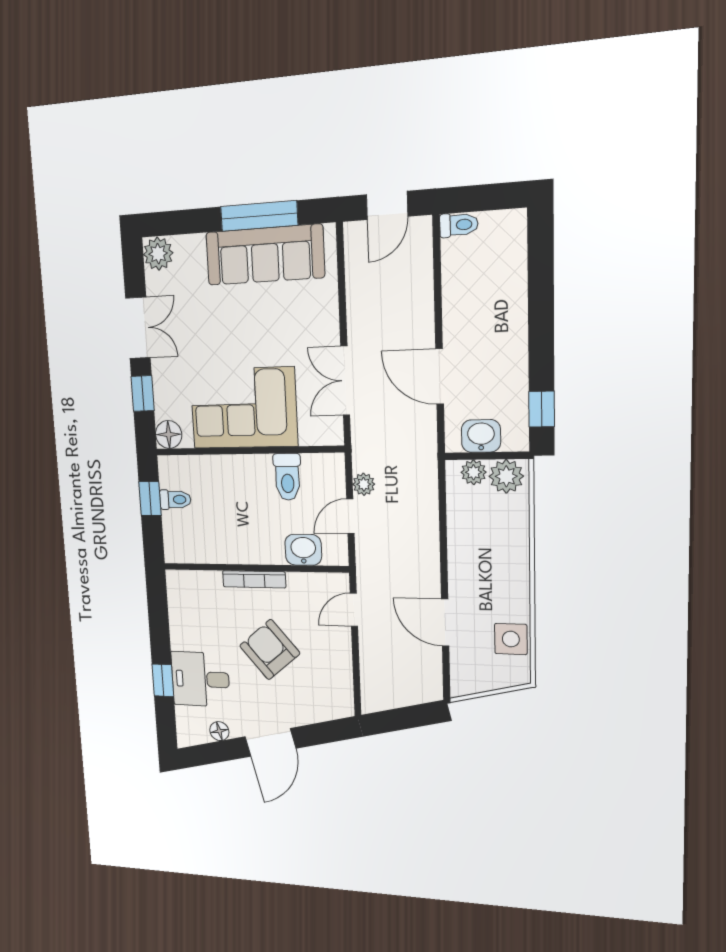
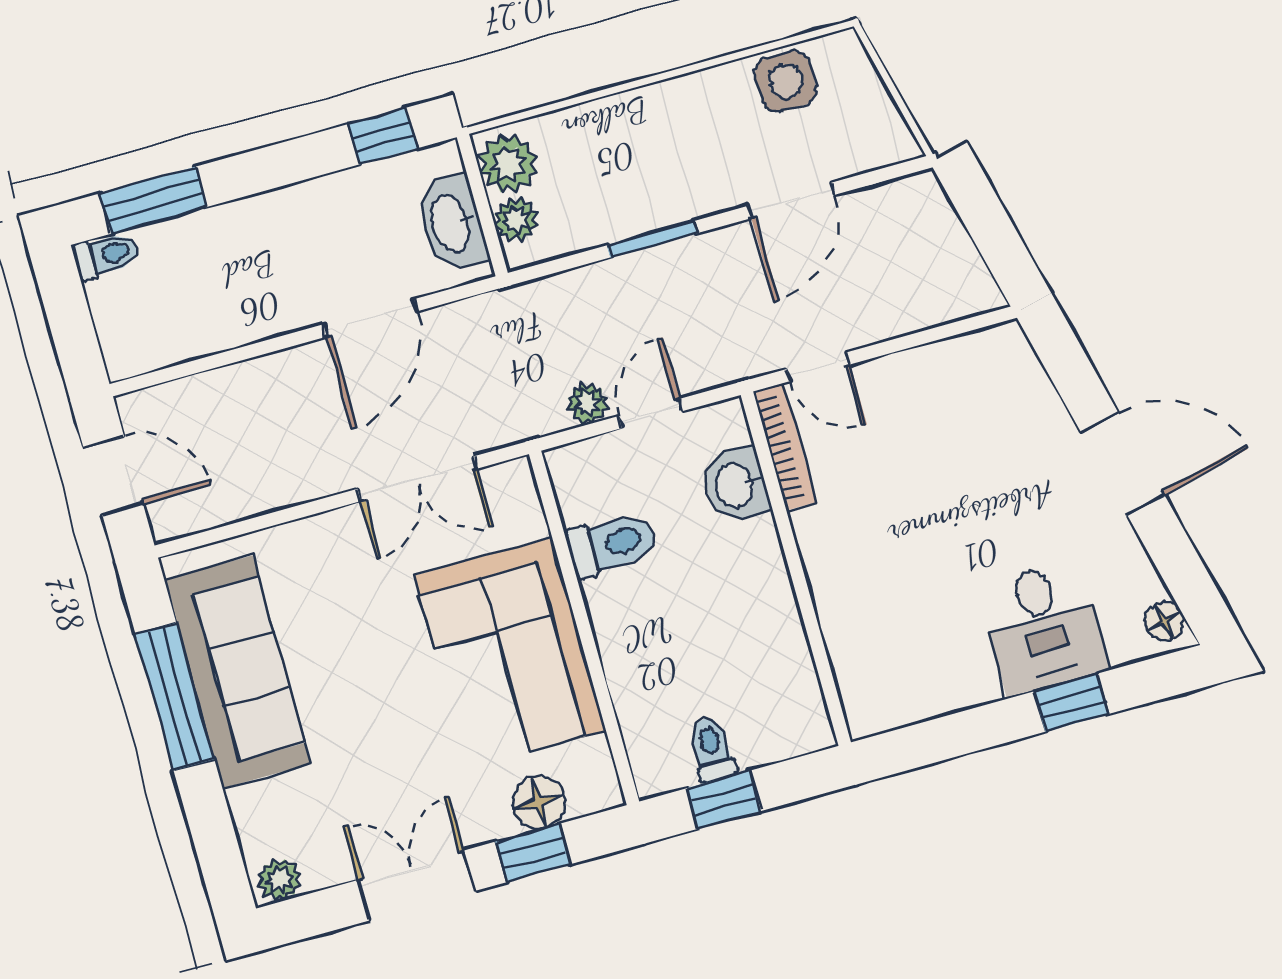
toilet: (459, 225) -> (106, 255), moved, turned 90
plant: (158, 254) -> (280, 880), width x0.73, depth x0.73
window: (541, 264) -> (153, 200), added
floor lamp: (169, 434) -> (539, 802), moved
washbasin: (481, 436) -> (452, 223), width x1.38
door: (350, 516) -> (651, 414), swing flipped
window: (443, 543) -> (652, 239), added
bookcase: (254, 579) -> (785, 447), moved
armchair: (270, 650) -> (942, 506), removed
floor lamp: (219, 731) -> (1164, 621), moved

